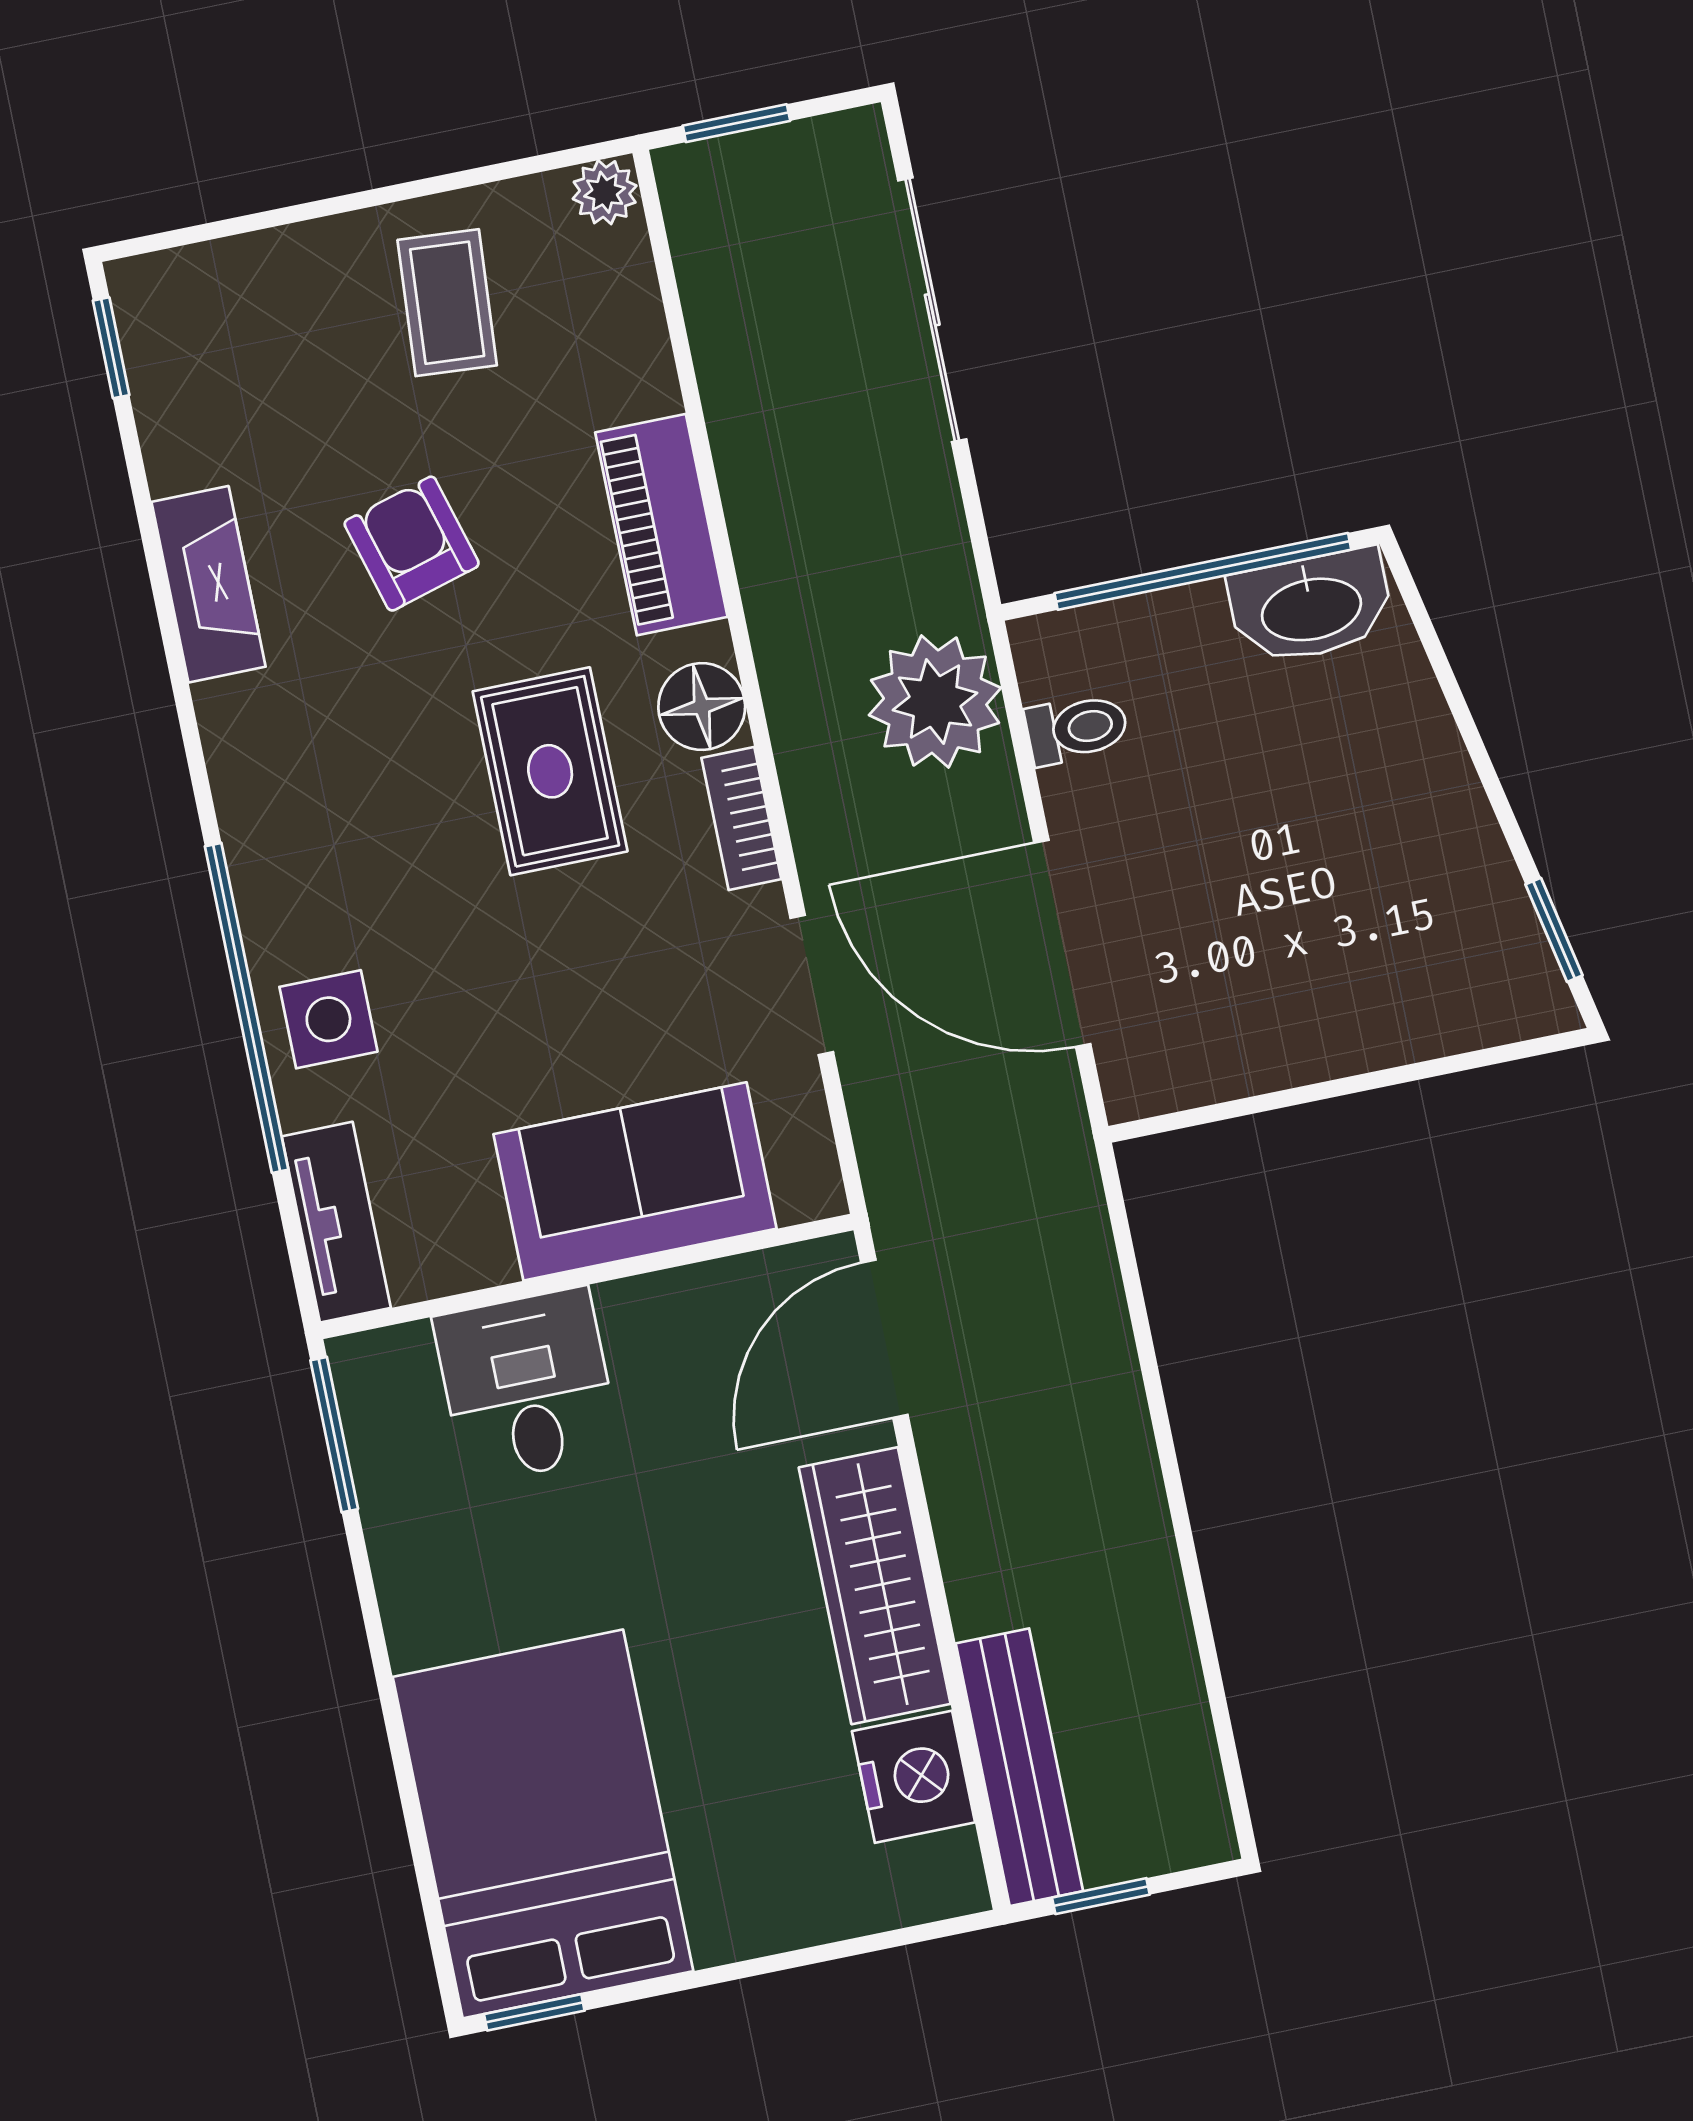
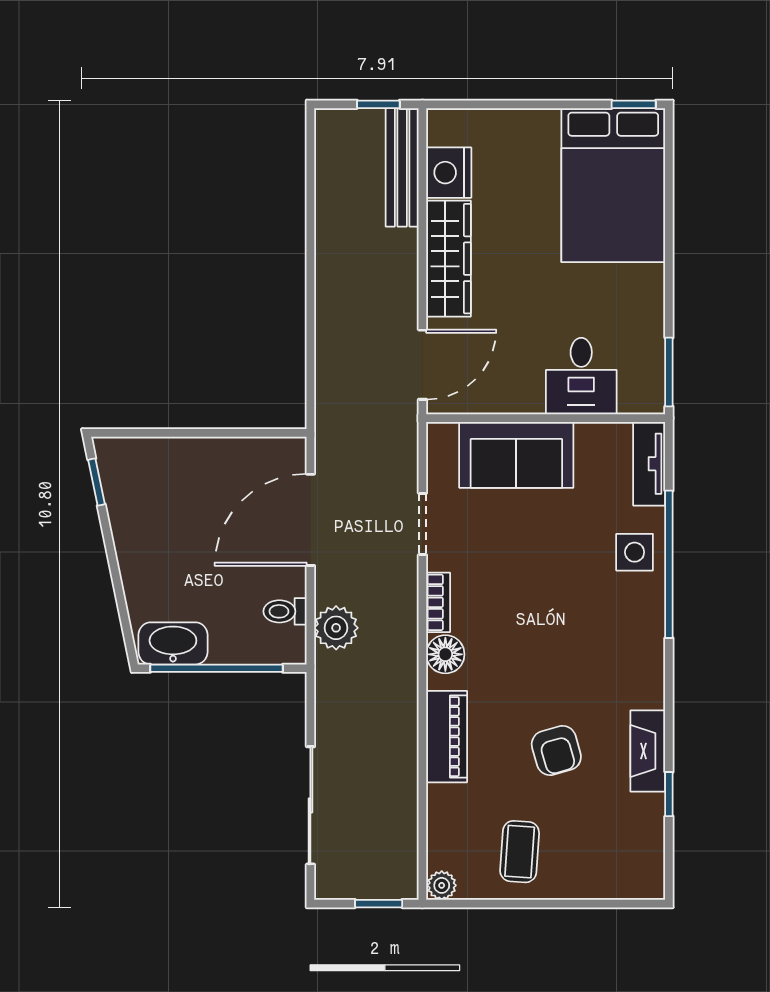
window: (111, 348) -> (669, 794), moved
plant: (935, 702) -> (336, 628), width x0.73, depth x0.73
rug: (550, 771) -> (517, 640), removed
door: (1062, 943) -> (310, 520), swing flipped

